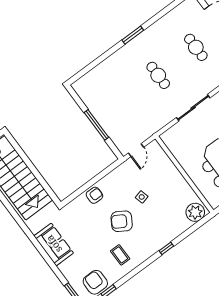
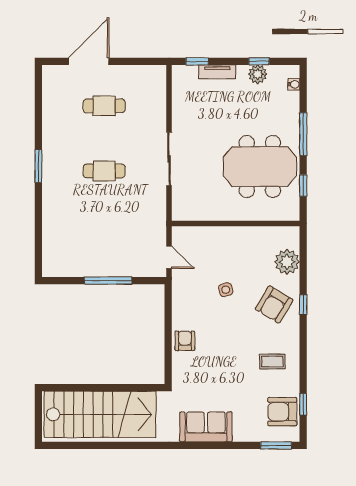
plant: (195, 212) -> (287, 262), moved
armchair: (122, 221) -> (274, 304), moved

